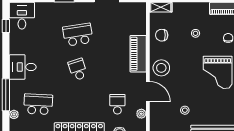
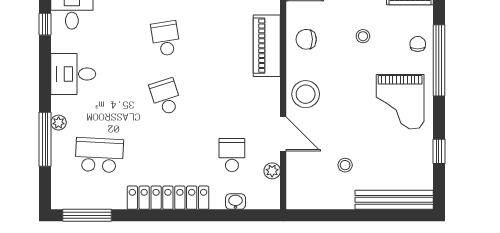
school desk: (78, 35) -> (166, 38), width x0.54
piano: (138, 54) -> (267, 46), moved
desk: (23, 67) -> (73, 74), moved
plant: (14, 114) -> (59, 123), moved

